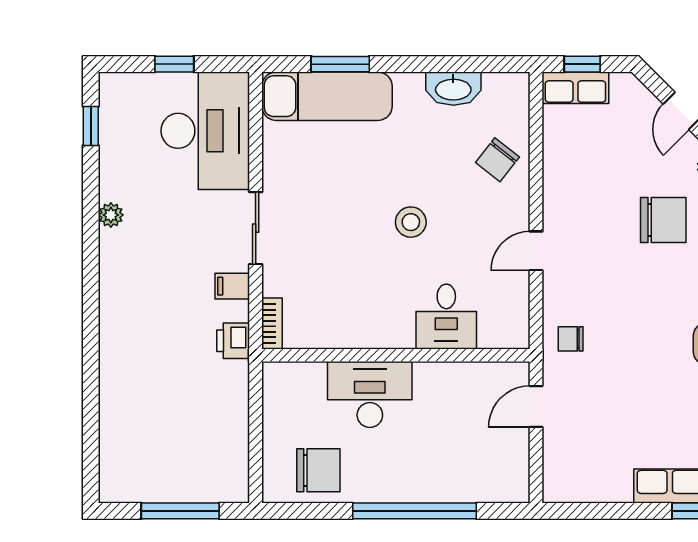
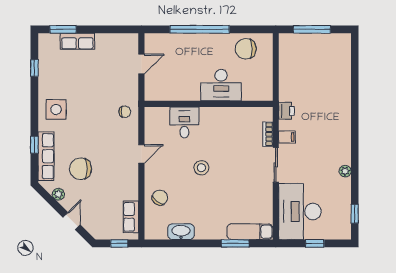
row of seats: (575, 88) -> (131, 217), moved, turned -90
exam couch: (327, 96) -> (250, 232), width x0.73, depth x0.69
bookcase: (272, 324) -> (268, 134), moved
door: (536, 407) -> (141, 64), moved

